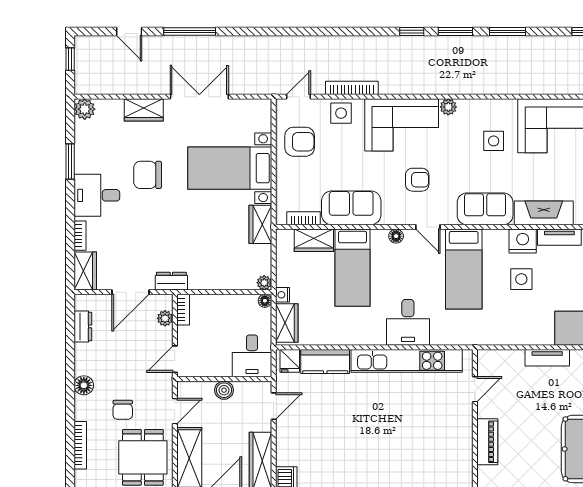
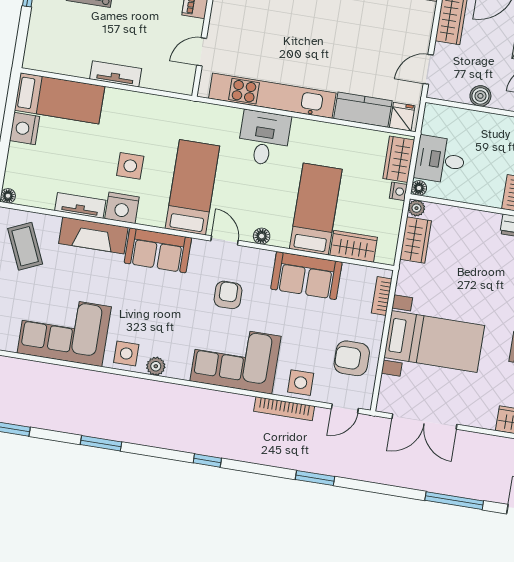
window: (455, 31) -> (315, 478), moved
double door: (199, 97) -> (424, 421), moved
plant: (448, 107) -> (156, 366), moved
side table: (494, 141) -> (126, 353), moved
armchair: (417, 180) -> (228, 295), turned 90
bookcase: (303, 218) -> (382, 296), moved, turned 90
wardrobe: (260, 224) -> (416, 240), moved
desk: (252, 356) -> (440, 160), moved, turned -90

